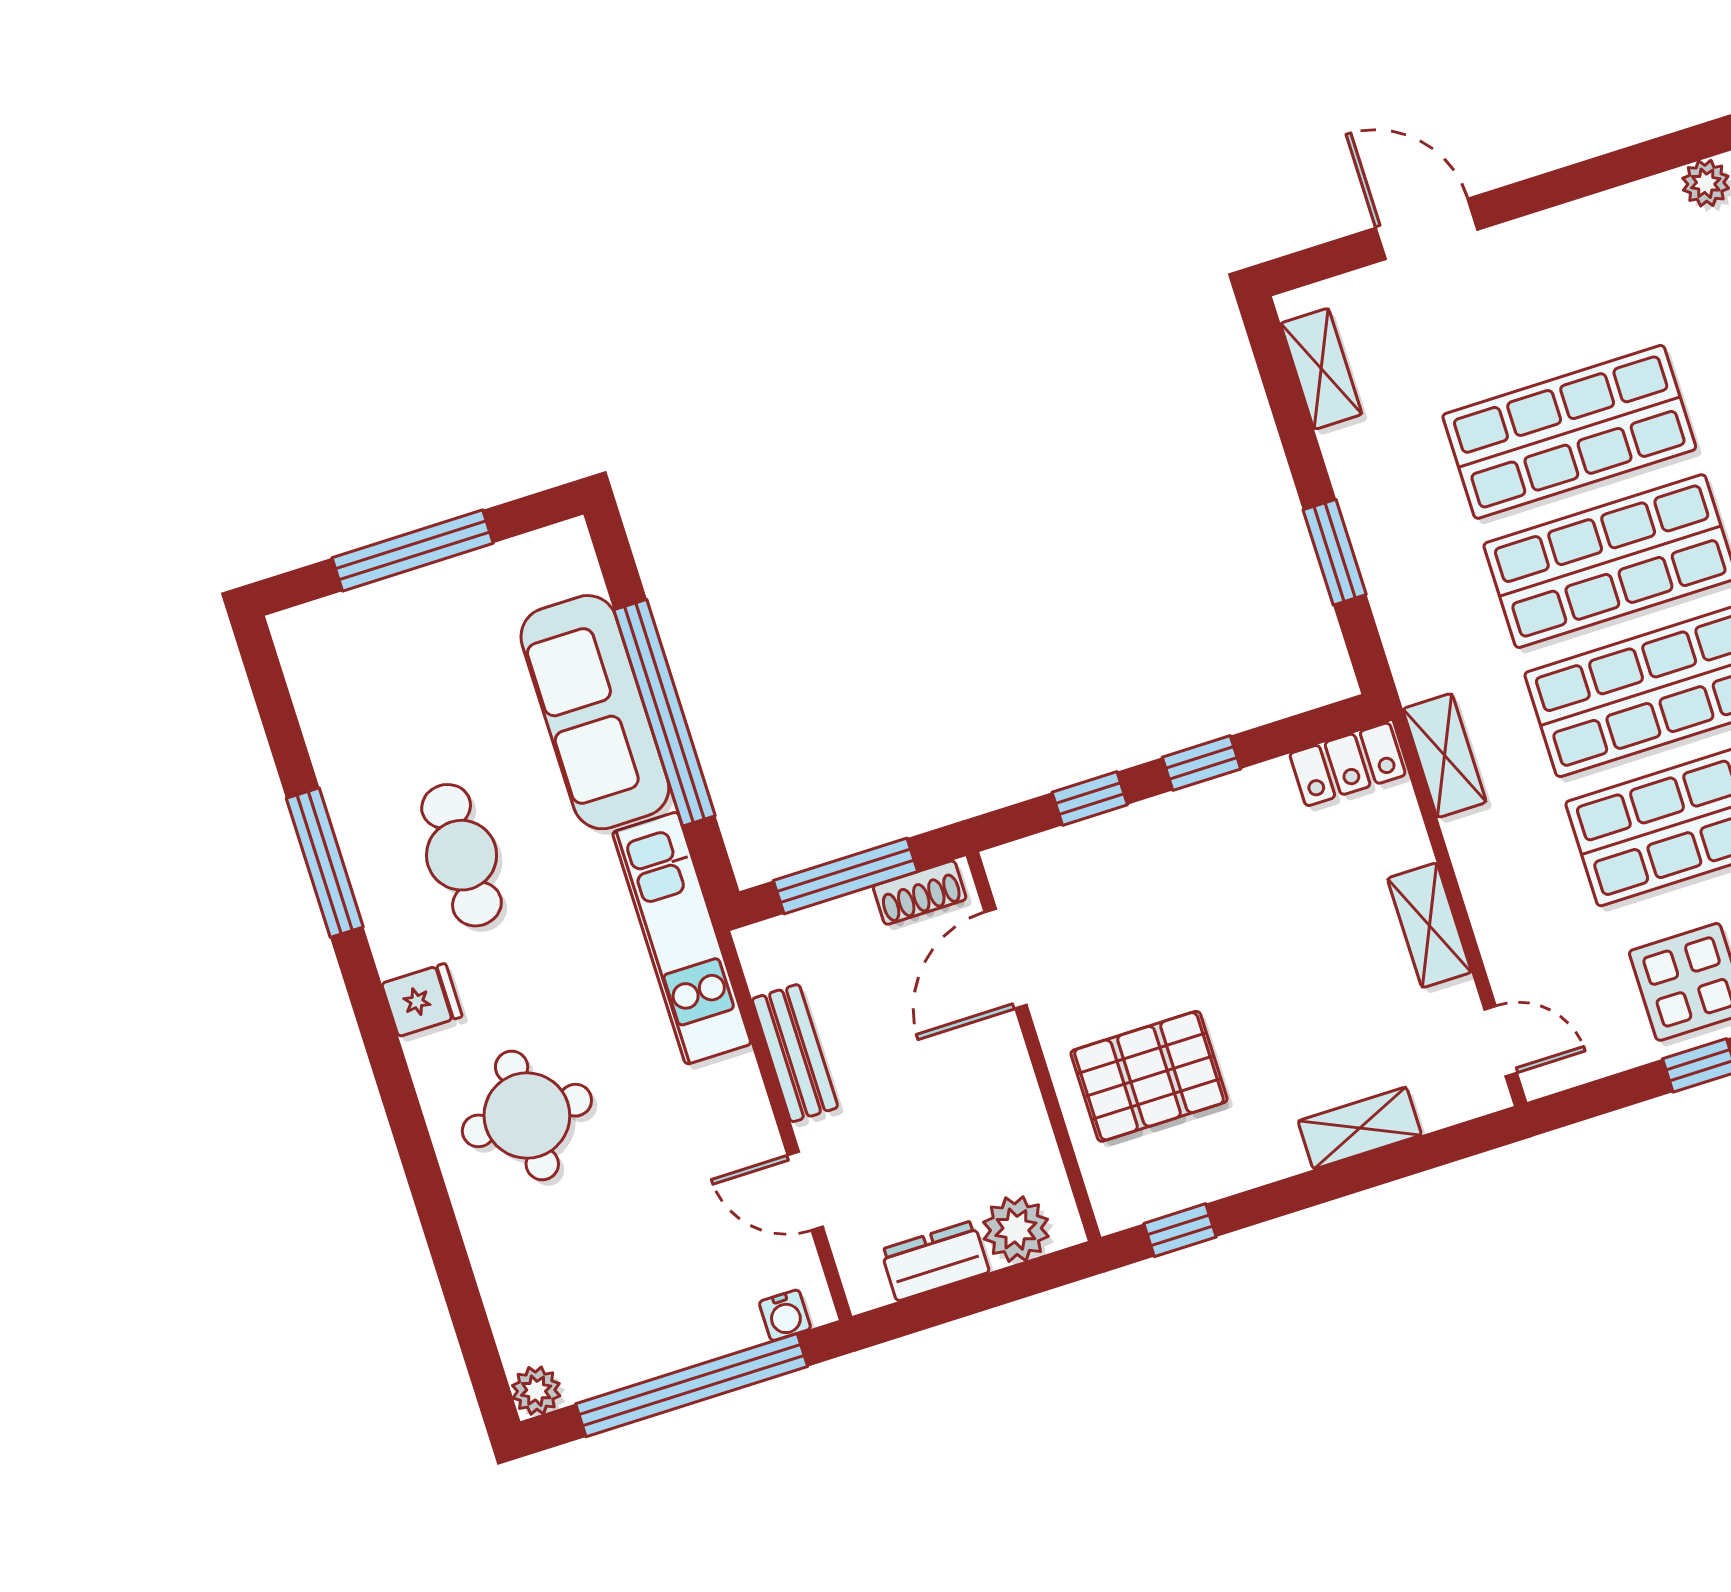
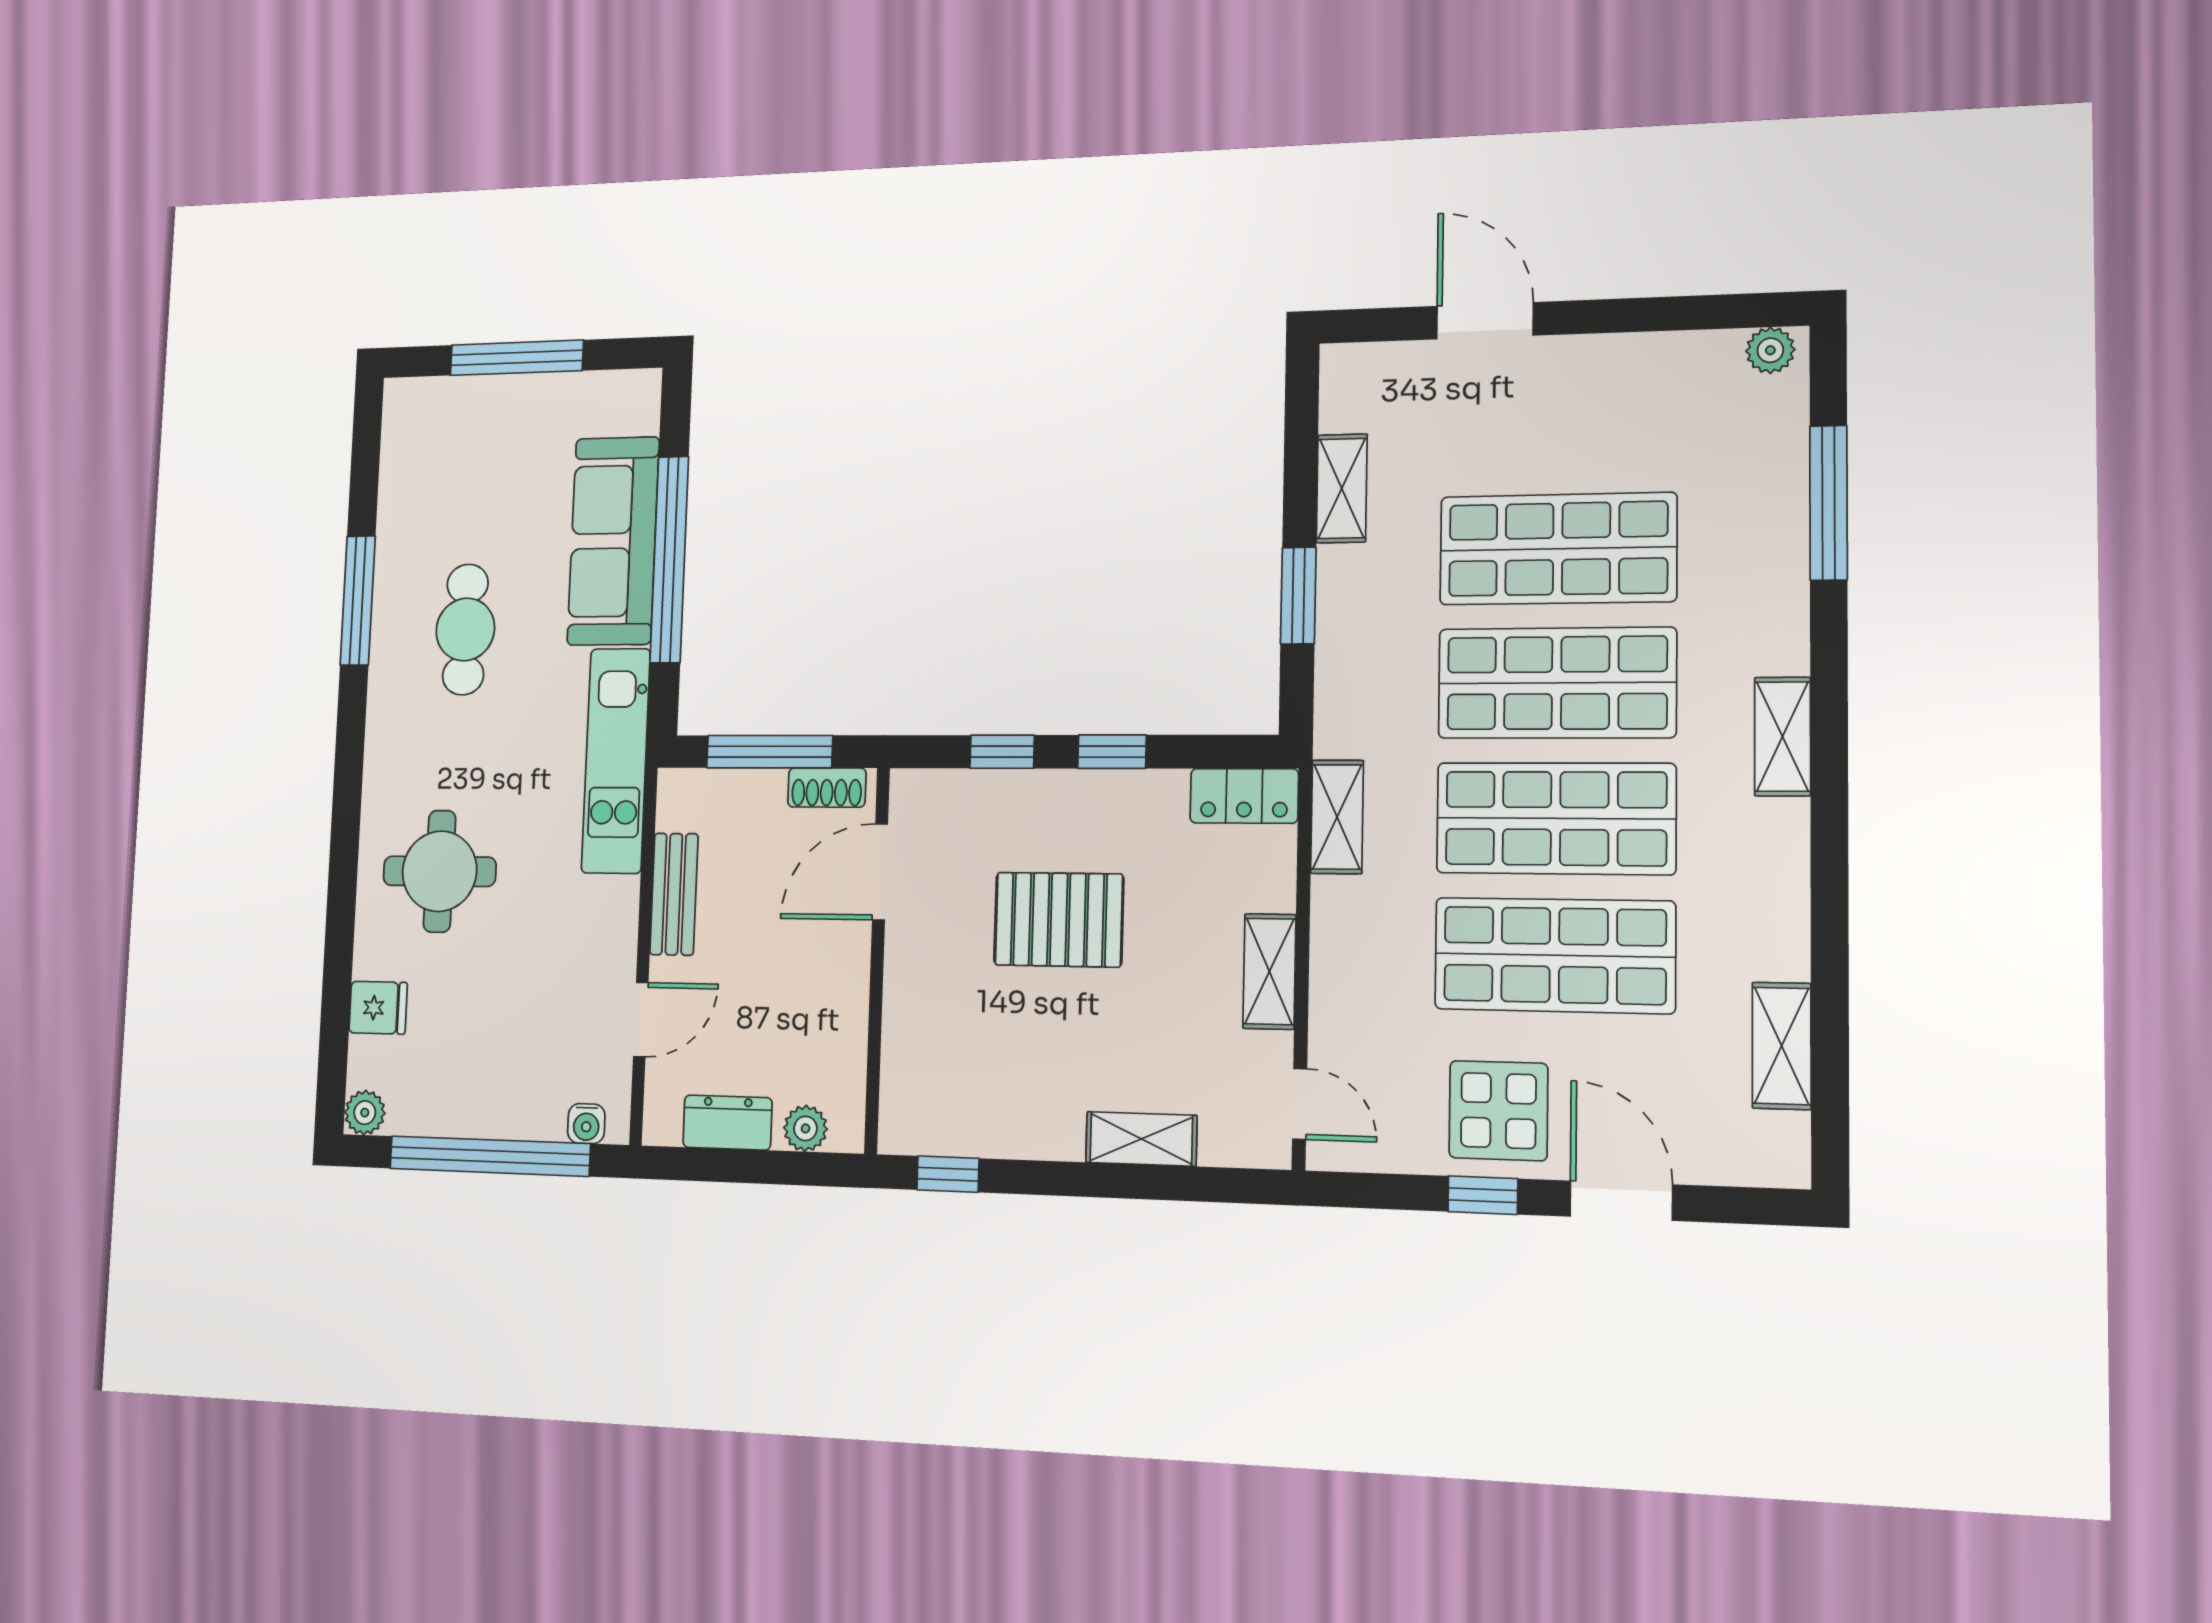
shelving: (1321, 369) -> (1342, 488), moved
fridge: (422, 1000) -> (378, 1008), moved
pallet: (1149, 1076) -> (1059, 920), moved
door: (805, 1191) -> (641, 1020), swing flipped
plant: (1016, 1229) -> (805, 1128), width x0.73, depth x0.73

